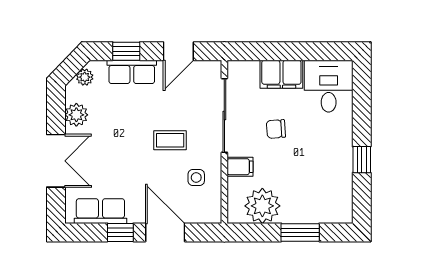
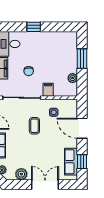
window: (362, 160) -> (34, 27), moved
plant: (262, 206) -> (73, 78), width x0.53, depth x0.53
window: (120, 232) -> (82, 162), moved
door: (165, 232) -> (82, 128), hinge flipped

